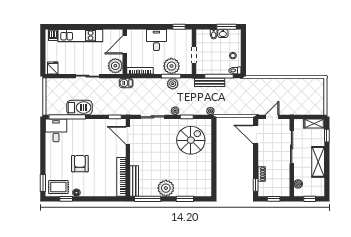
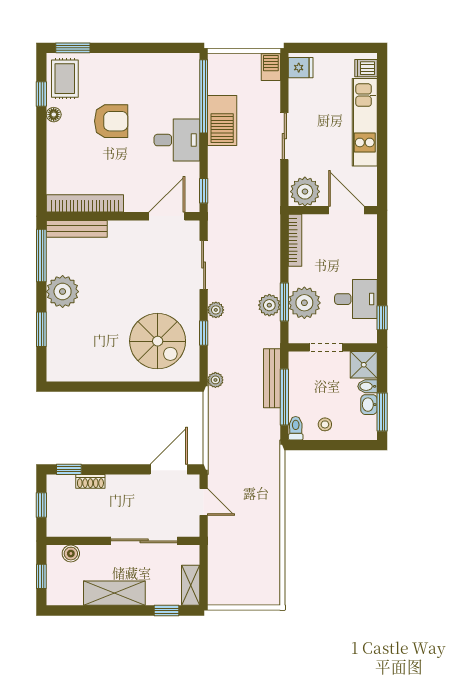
shower: (203, 36) -> (364, 365), added
desk: (156, 40) -> (356, 299), moved
barbecue: (126, 83) -> (271, 67), moved
desk: (56, 130) -> (177, 140), moved

